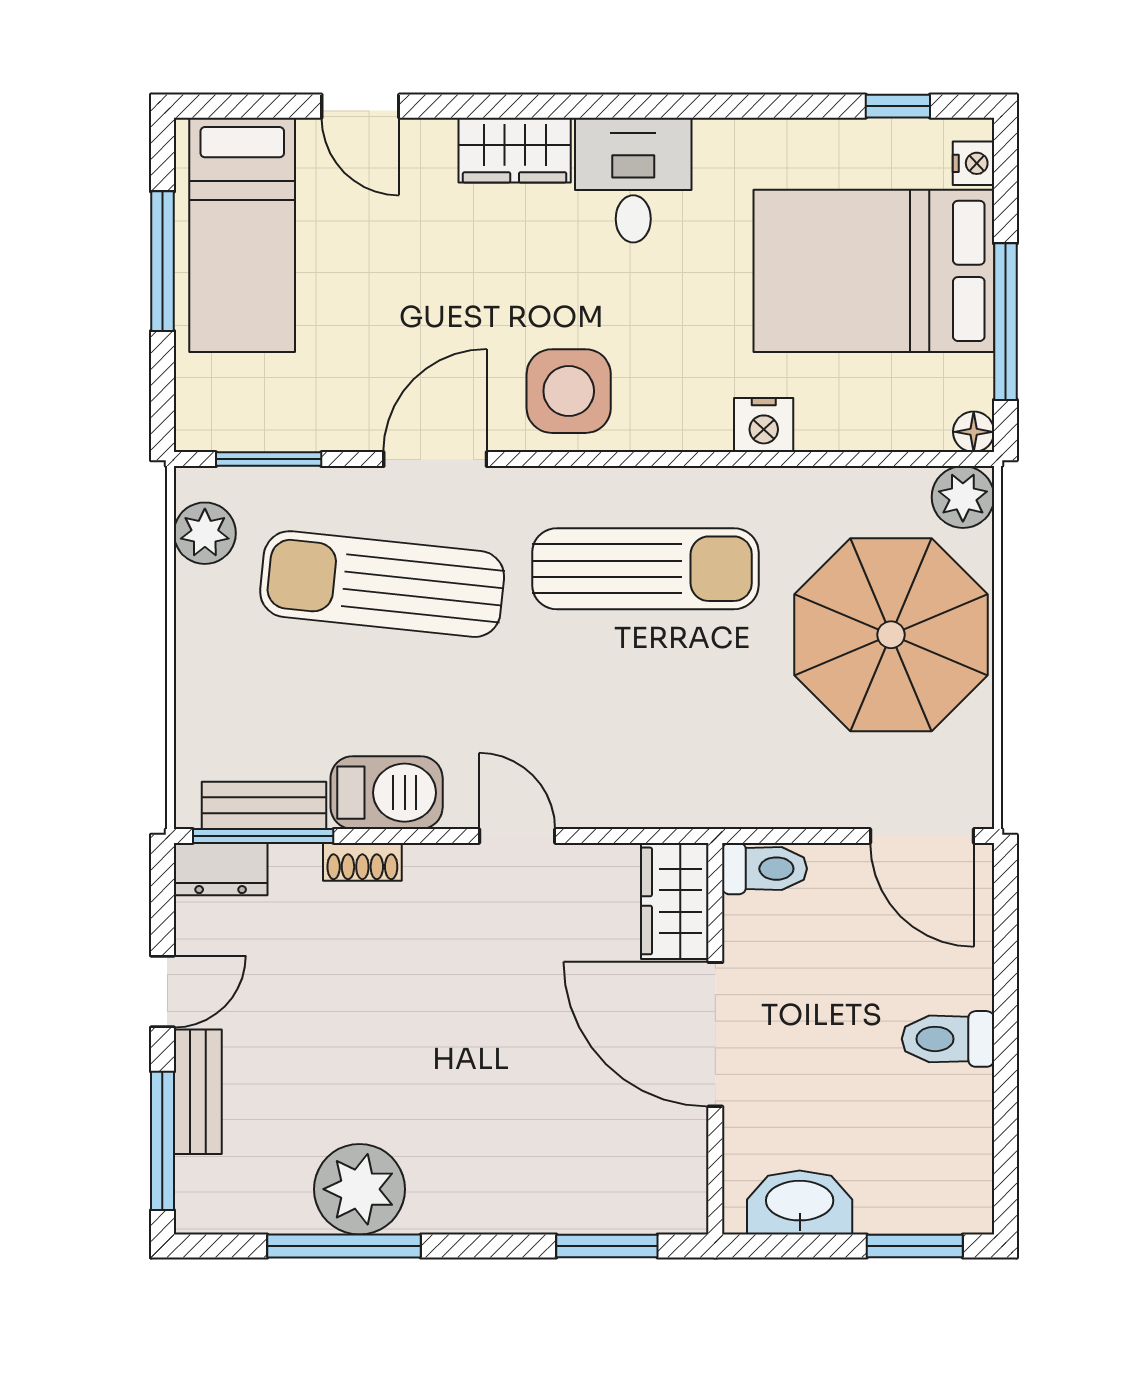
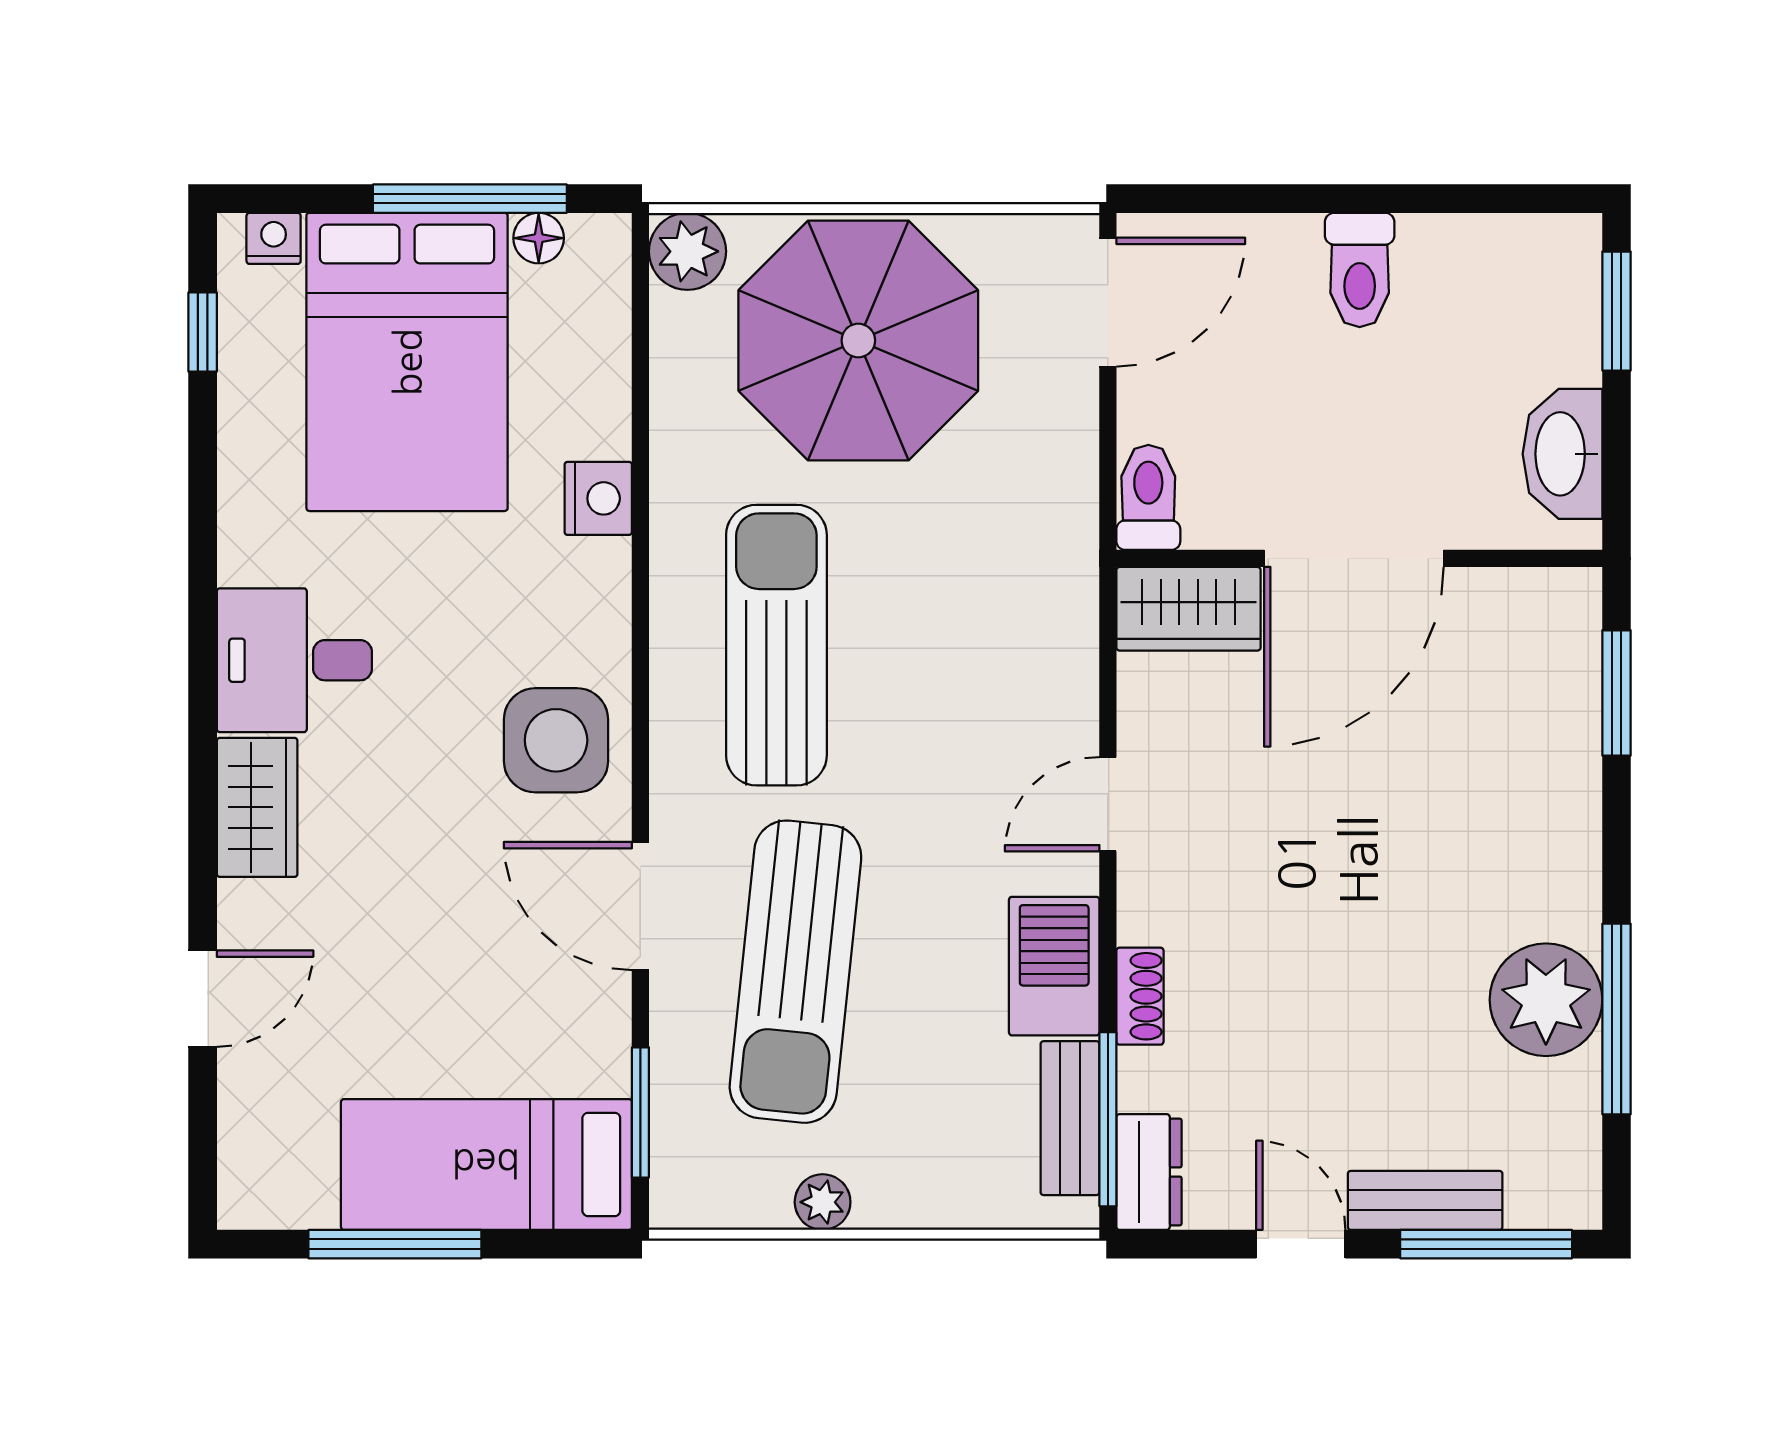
bed: (242, 235) -> (486, 1164), moved, turned 180
floor lamp: (974, 432) -> (539, 238), moved
plant: (205, 533) -> (823, 1202), moved, width x0.73, depth x0.73

